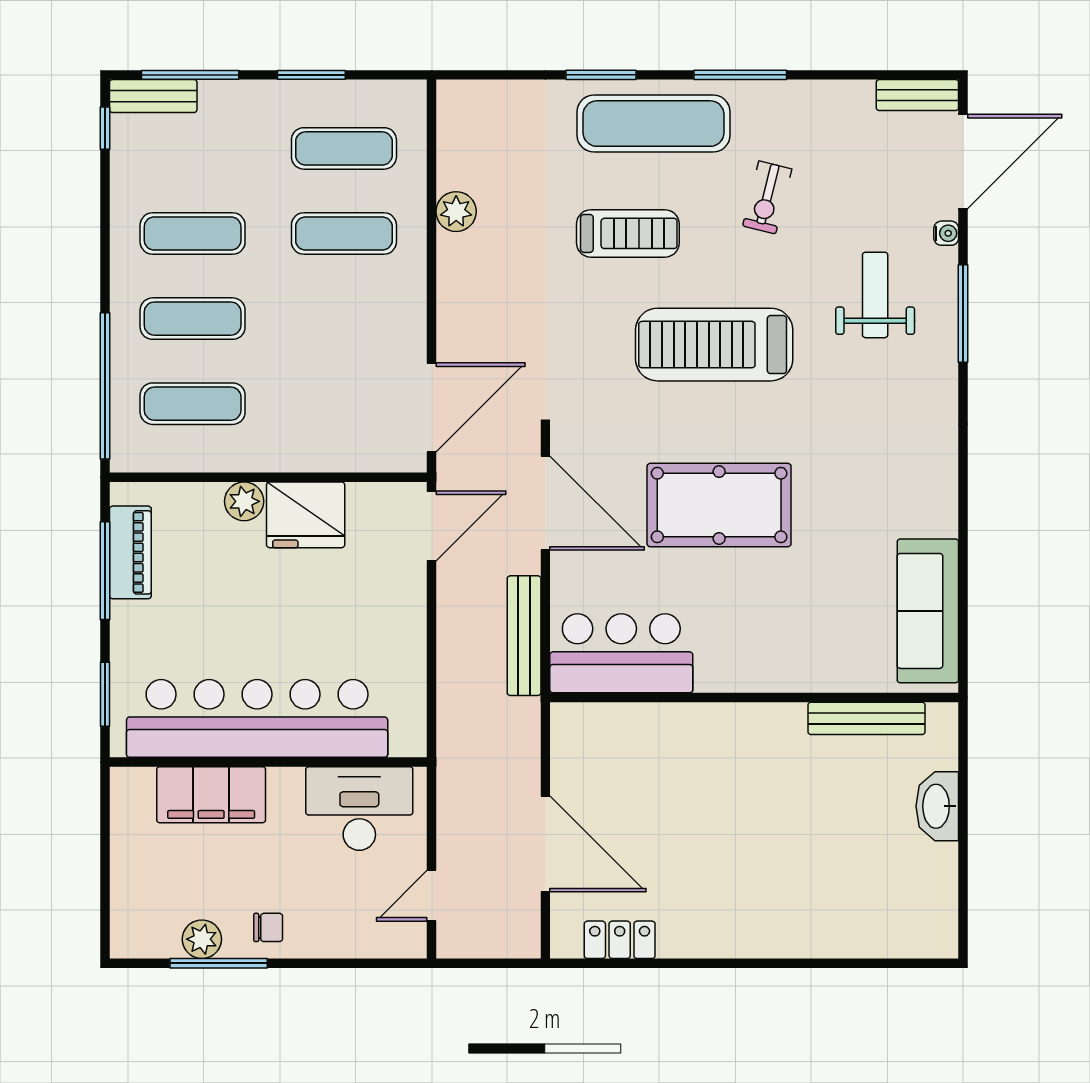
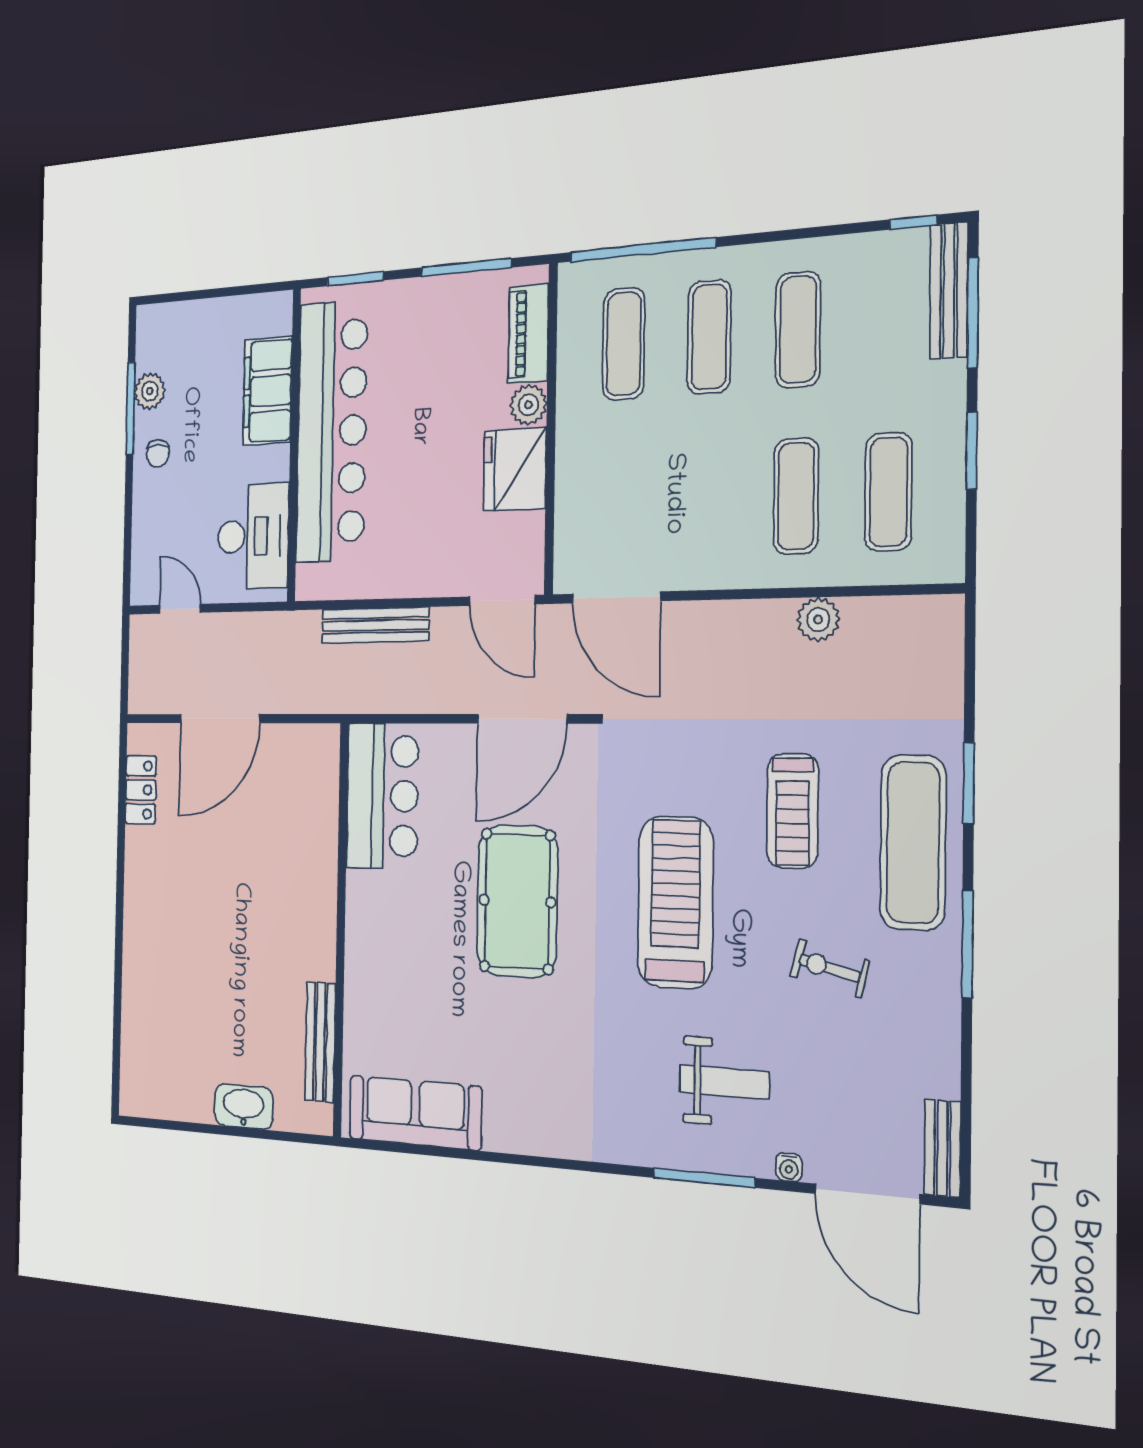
bench: (153, 96) -> (949, 291), width x1.36
piano: (130, 552) -> (528, 333), moved, turned 90
bench: (524, 636) -> (375, 625), moved

